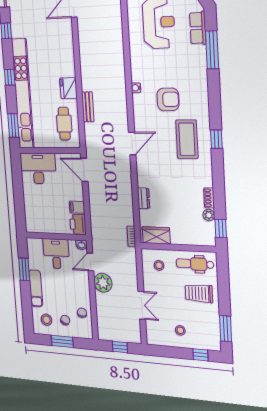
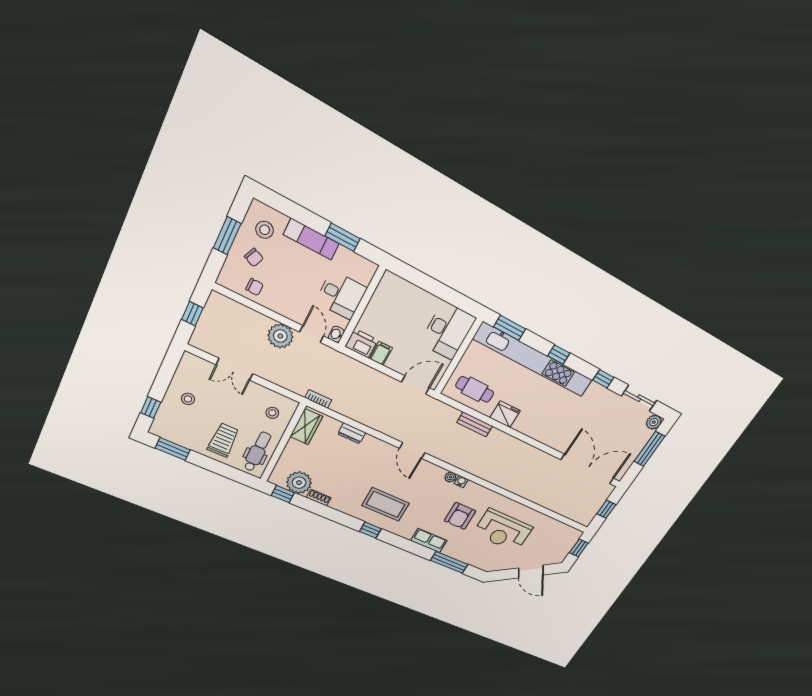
row of seats: (198, 28) -> (429, 541), moved
plant: (137, 99) -> (450, 477), added
armchair: (168, 99) -> (460, 516), moved
plant: (209, 215) -> (299, 483), width x1.88, depth x1.88

